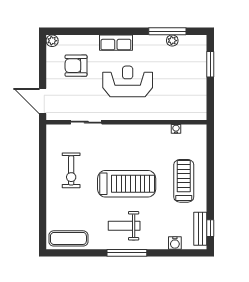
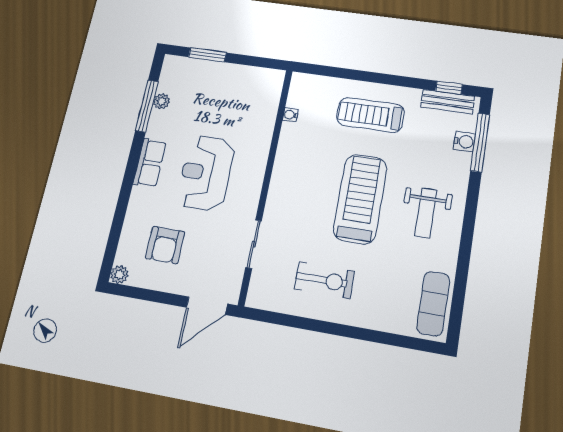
row of seats: (116, 43) -> (150, 163), moved
window: (127, 253) -> (480, 143), moved

